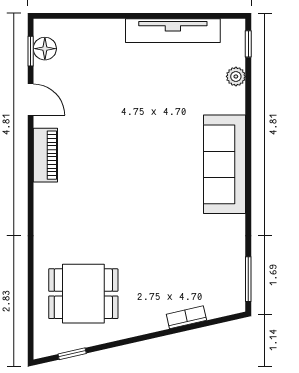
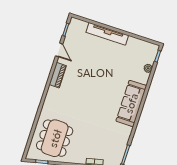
tv unit: (173, 31) -> (107, 34), moved
floor lamp: (45, 49) -> (72, 31), removed
dining table: (83, 294) -> (55, 138), width x1.38

